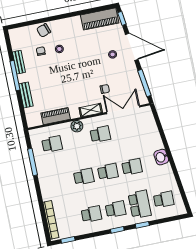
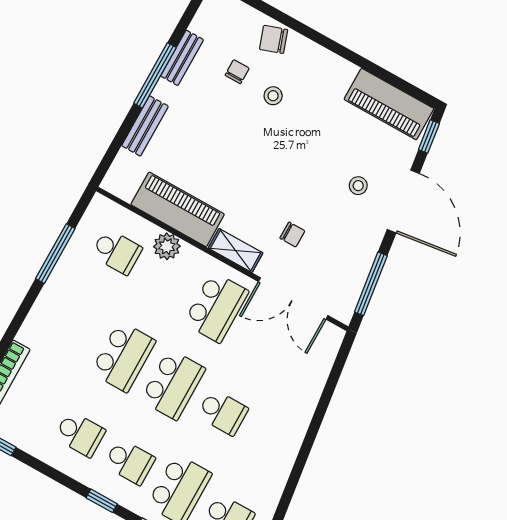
double door: (123, 110) -> (293, 299), swing flipped
piano: (56, 116) -> (178, 209), width x1.37, depth x1.33
plant: (77, 126) -> (167, 246), moved
school desk: (100, 134) -> (216, 307), width x1.85
washbasin: (161, 157) -> (289, 439), removed
school desk: (108, 172) -> (173, 384), width x1.85
school desk: (84, 177) -> (123, 357), width x1.85

